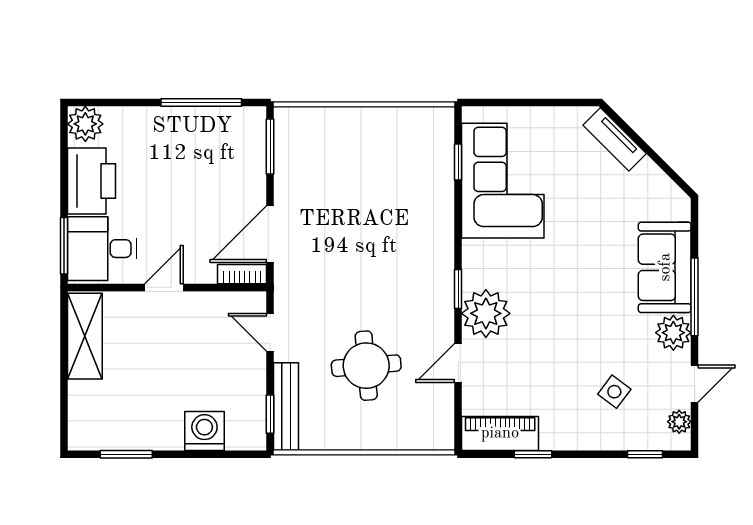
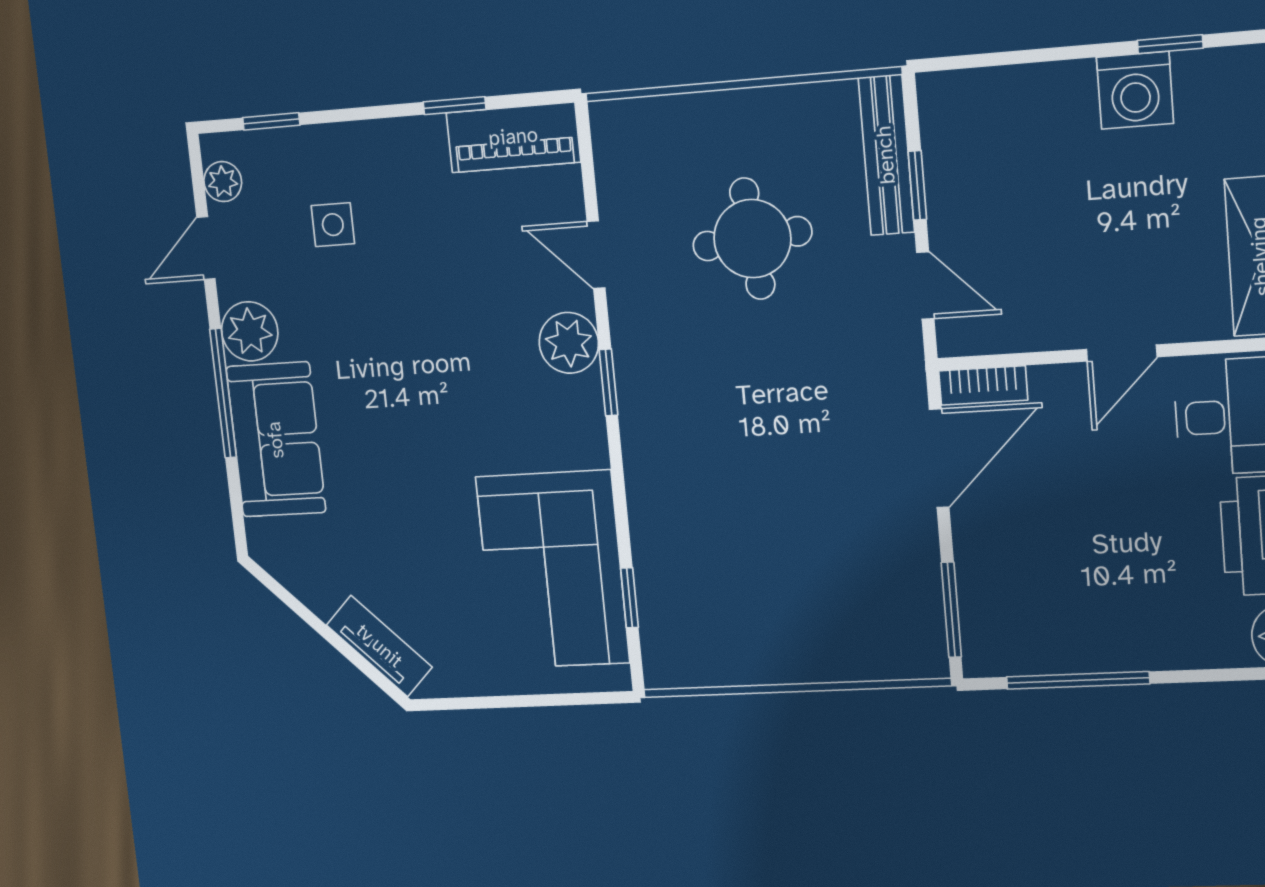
plant: (486, 313) -> (569, 343), width x0.73, depth x0.73
door: (458, 363) -> (596, 255), swing flipped
side table: (614, 392) -> (333, 225), turned -37
window: (270, 414) -> (917, 185), moved
washing machine: (204, 431) -> (1135, 90), moved
window: (126, 454) -> (1170, 44), width x0.67

